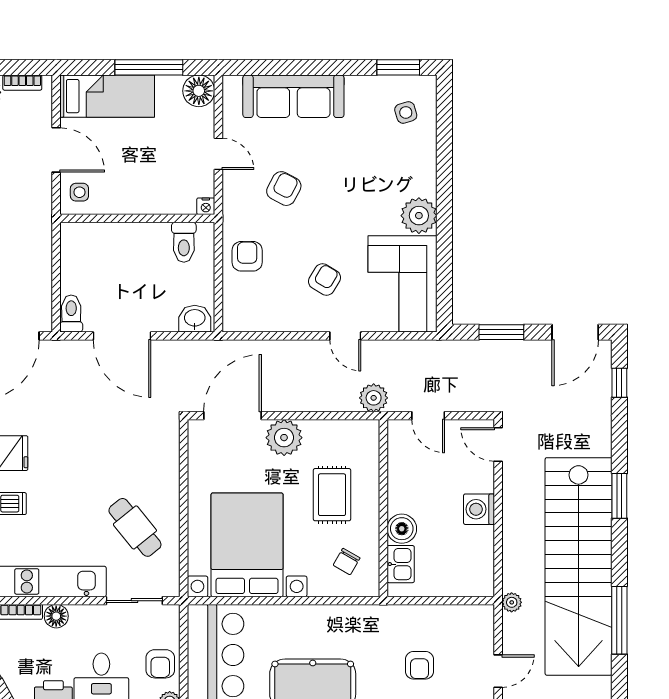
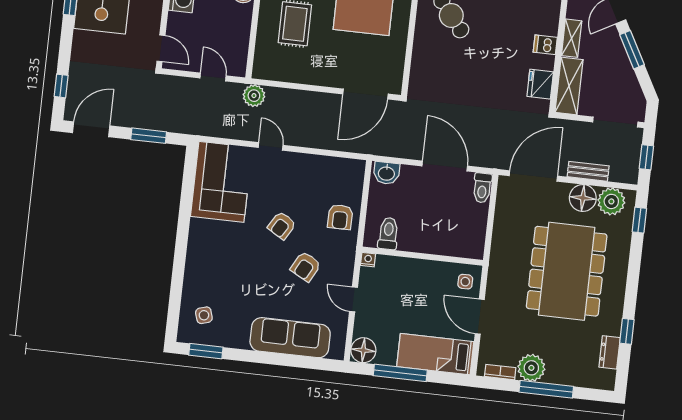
plant: (419, 216) -> (203, 234), removed
armchair: (325, 279) -> (282, 226), moved
plant: (284, 438) -> (327, 72), removed

